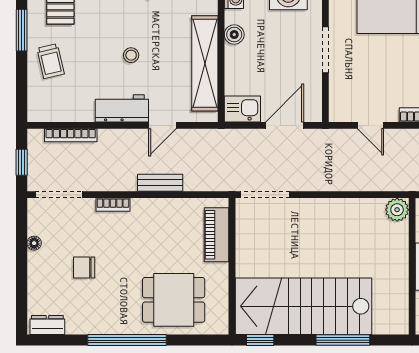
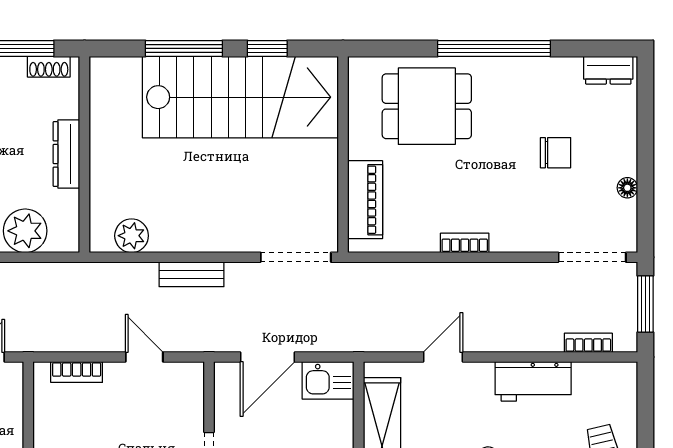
workbench: (122, 108) -> (533, 381), moved
bookcase: (71, 135) -> (588, 343), width x0.64
window: (22, 162) -> (645, 304), width x1.50
bench: (160, 183) -> (192, 274), moved
bookcase: (113, 205) -> (465, 243), moved
plant: (397, 210) -> (132, 236), moved
window: (260, 340) -> (267, 48), moved

